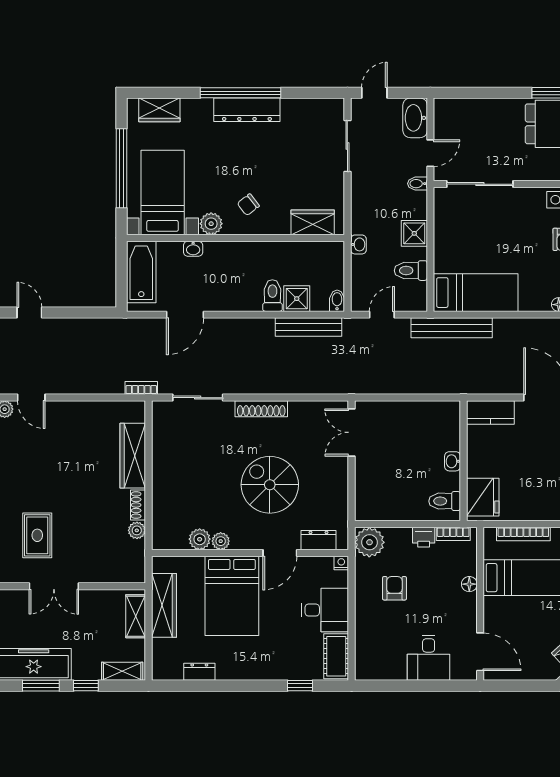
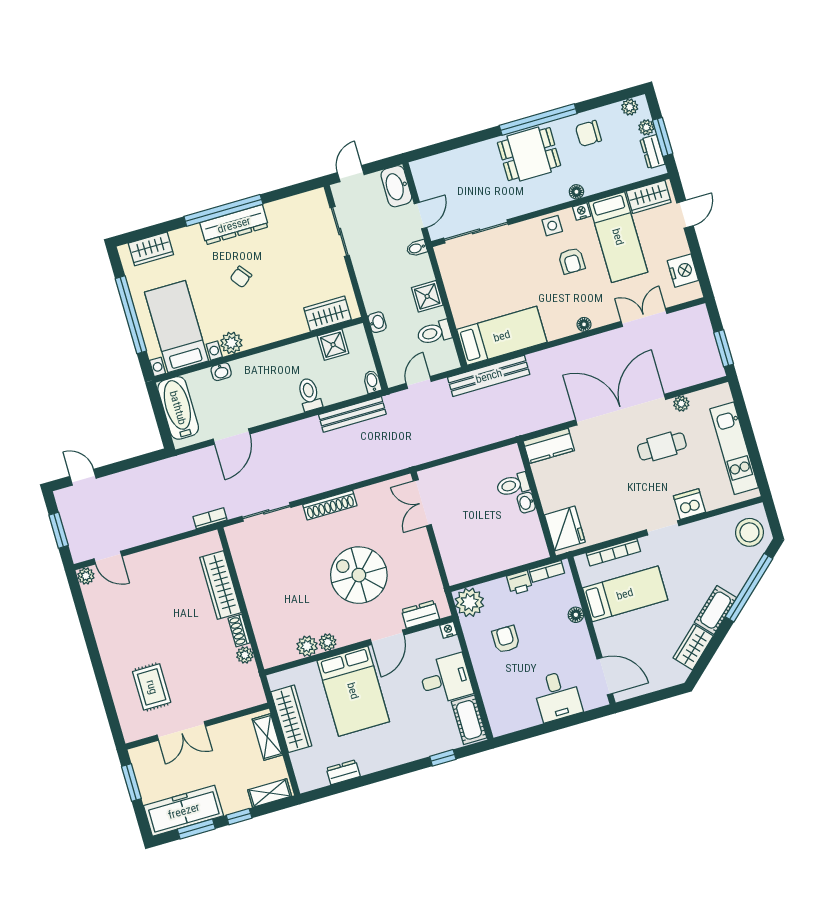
chair: (248, 205) -> (241, 277), moved
shower: (297, 299) -> (333, 345), moved
toilet: (445, 501) -> (513, 485), moved

